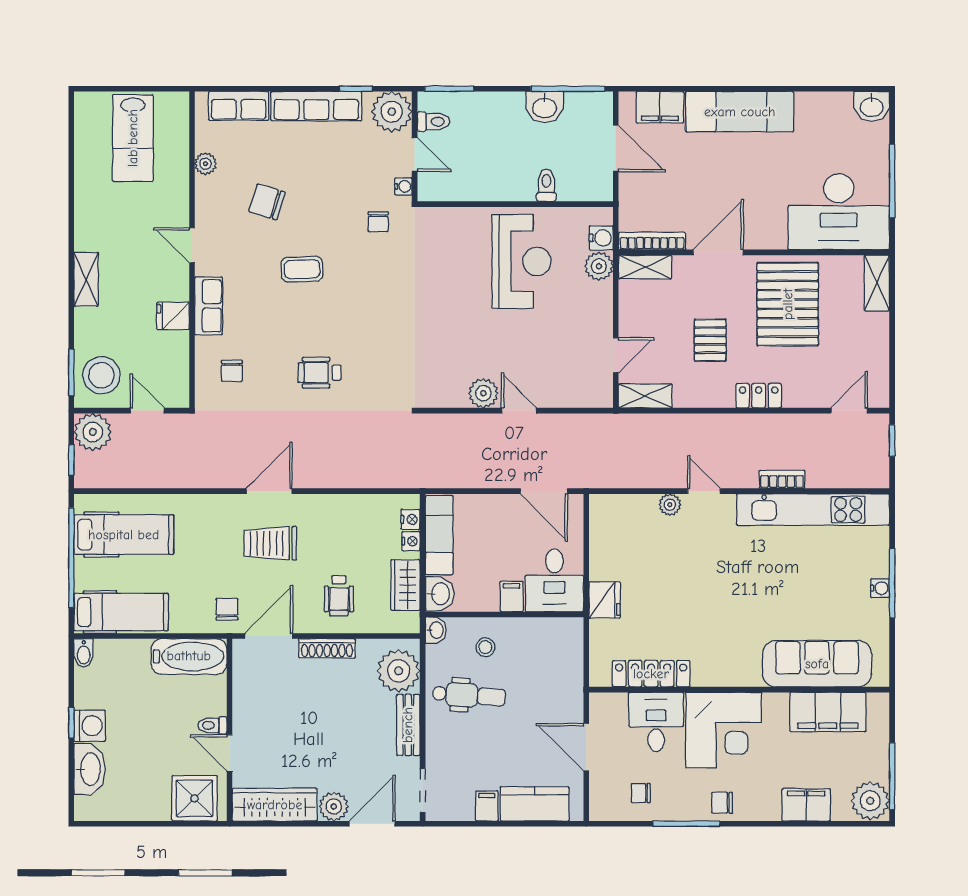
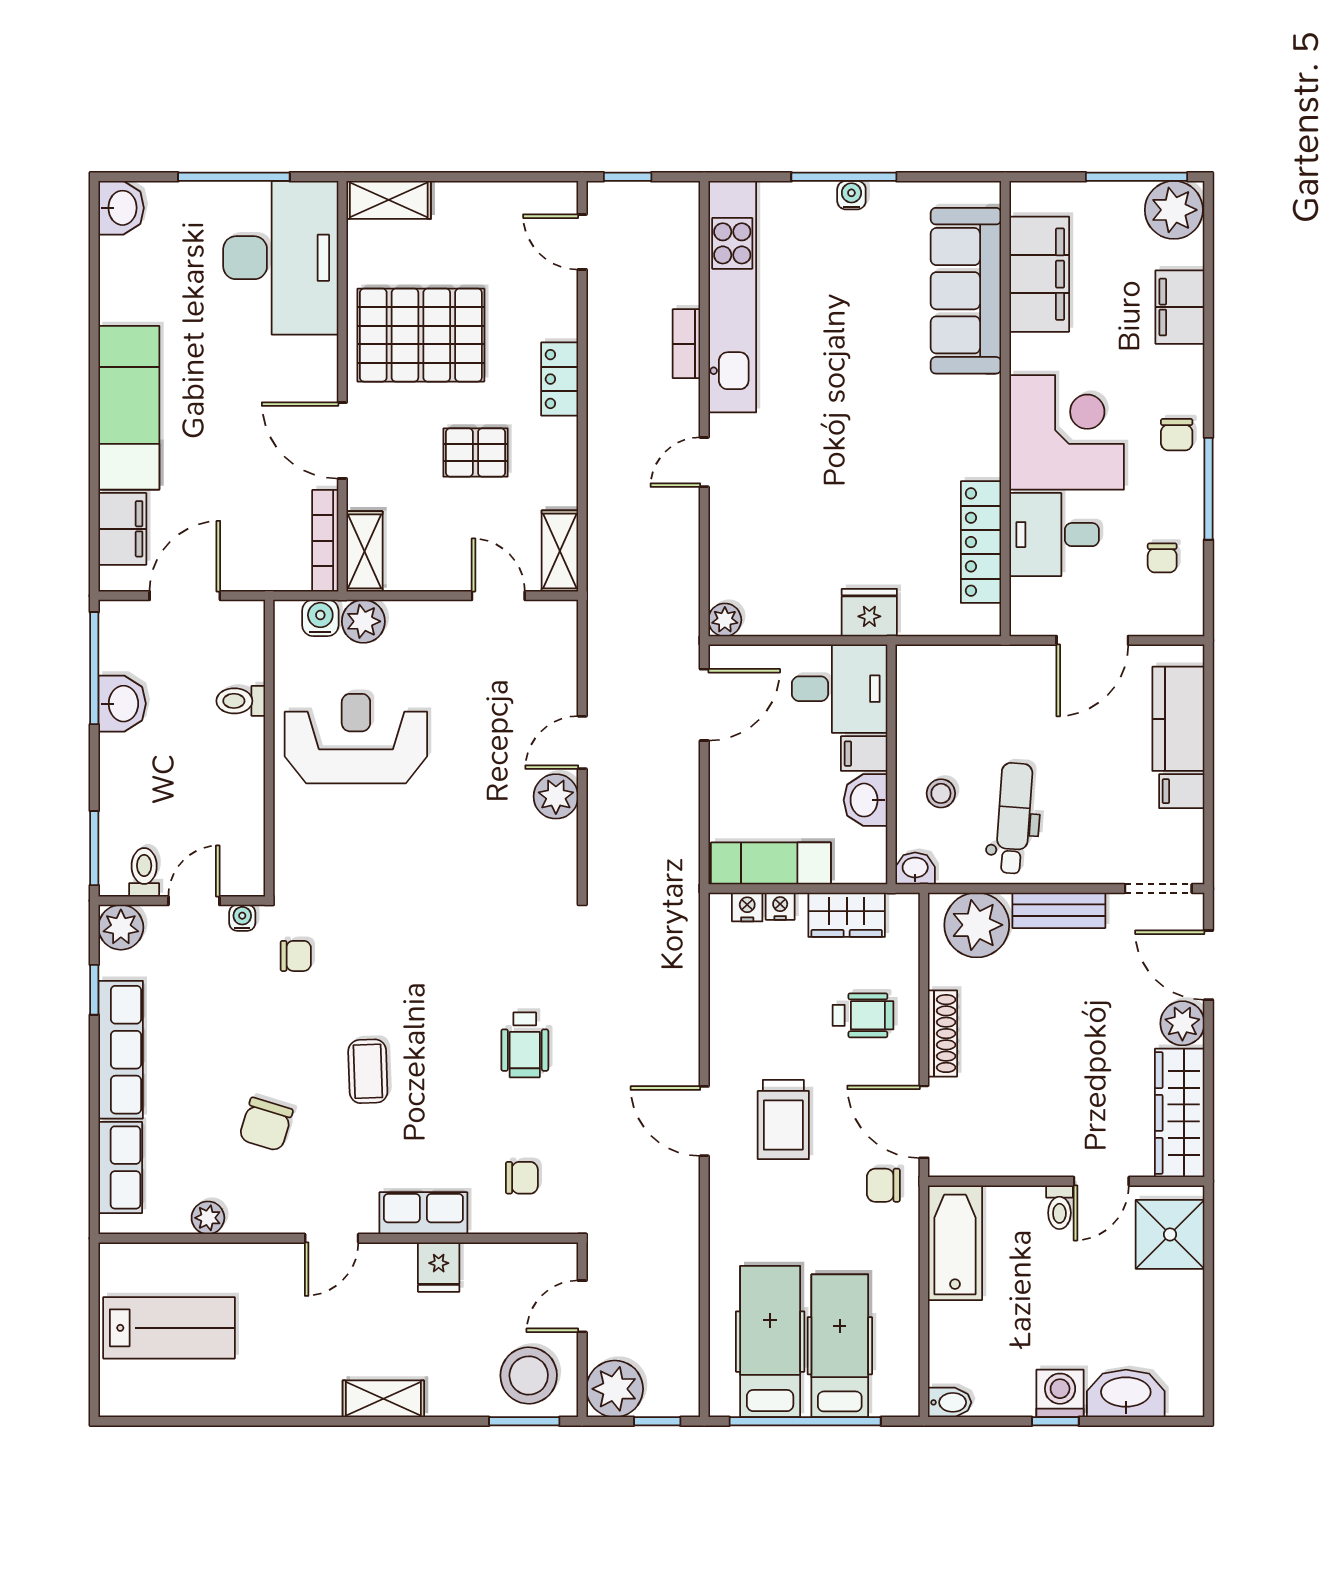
plant: (392, 112) -> (121, 927), width x0.73, depth x0.73
plant: (670, 505) -> (725, 620), moved
washbasin: (440, 594) -> (865, 800), moved, turned -90
hospital bed: (121, 612) -> (840, 1346), moved

